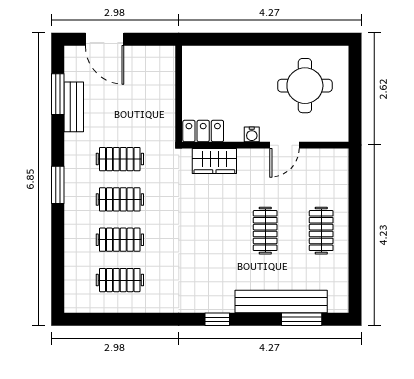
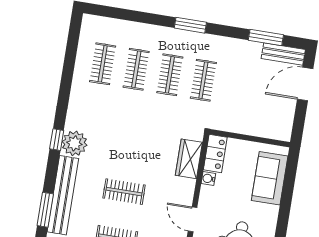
sofa: (222, 63) -> (270, 178), added
bench: (74, 107) -> (283, 54), moved
water cooler: (252, 134) -> (208, 179), moved
plant: (218, 298) -> (74, 143), added

